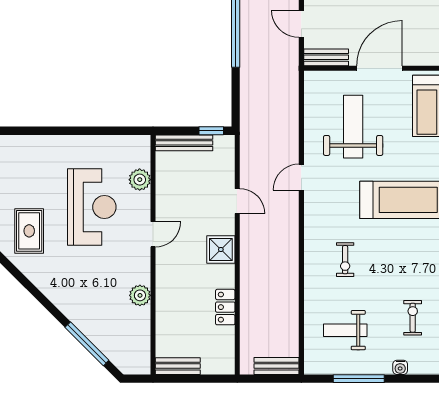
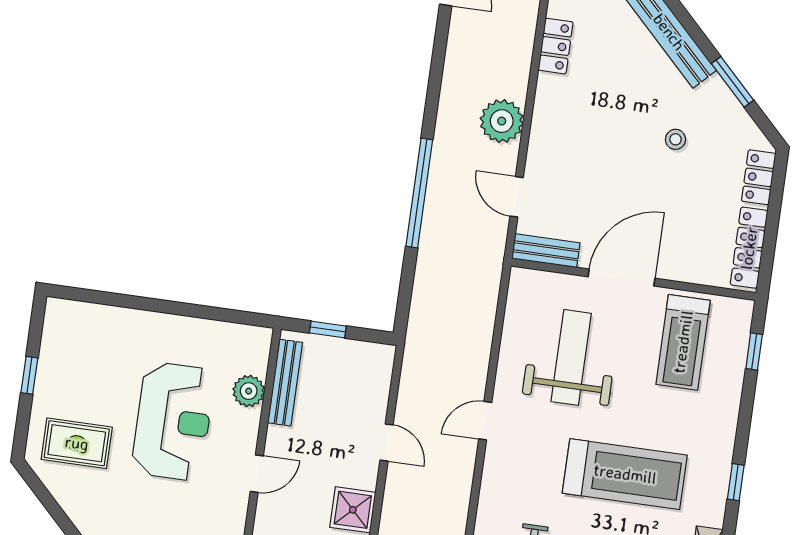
window: (211, 131) -> (328, 329), moved
bench: (184, 143) -> (285, 383), moved, turned 90
rug: (29, 231) -> (77, 443), turned 90

